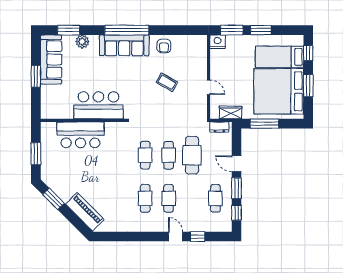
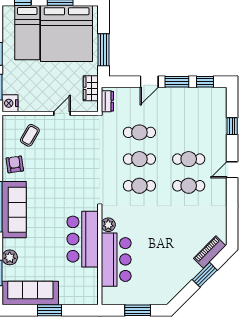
armchair: (164, 46) -> (15, 164), turned -98
coffee table: (167, 82) -> (30, 135), moved
plant: (111, 128) -> (108, 225), added
cafe table: (192, 155) -> (139, 132), width x0.73, depth x0.74
cafe table: (215, 198) -> (189, 106), removed
window: (53, 199) -> (205, 275), moved
piano: (85, 212) -> (210, 252), width x0.73, depth x0.75
door: (176, 237) -> (232, 170), moved

